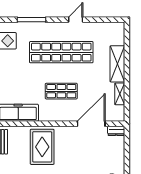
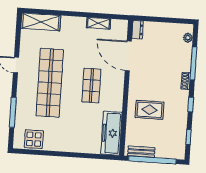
shelving: (117, 64) -> (41, 22), moved
rug: (42, 147) -> (149, 110), width x0.73, depth x0.70

